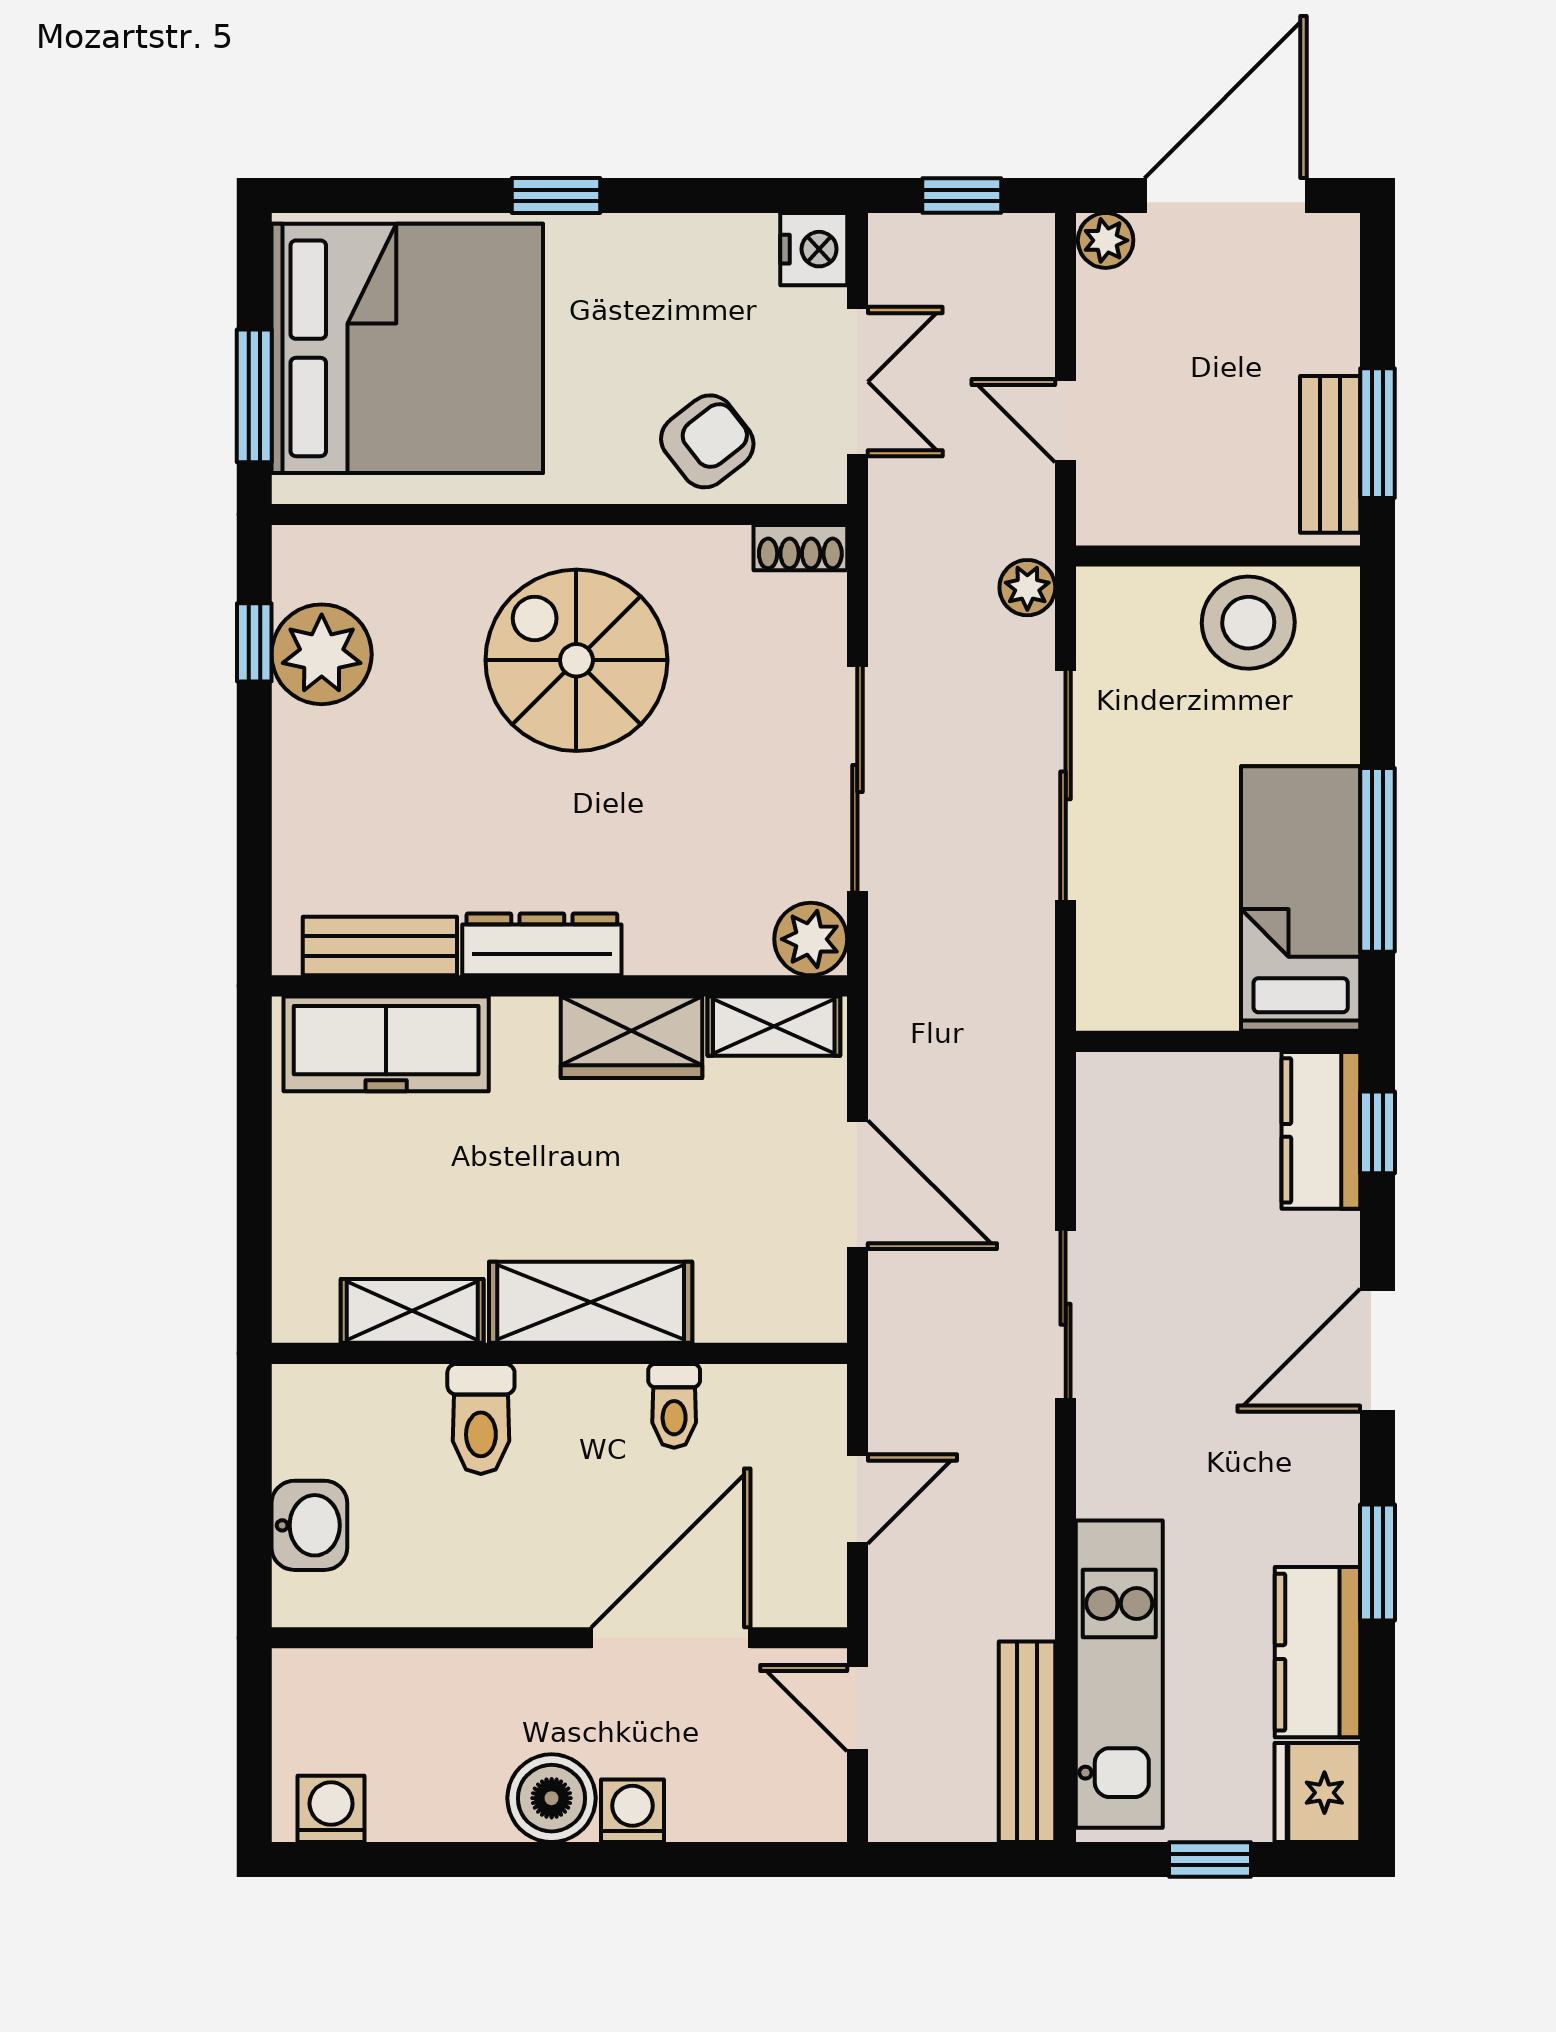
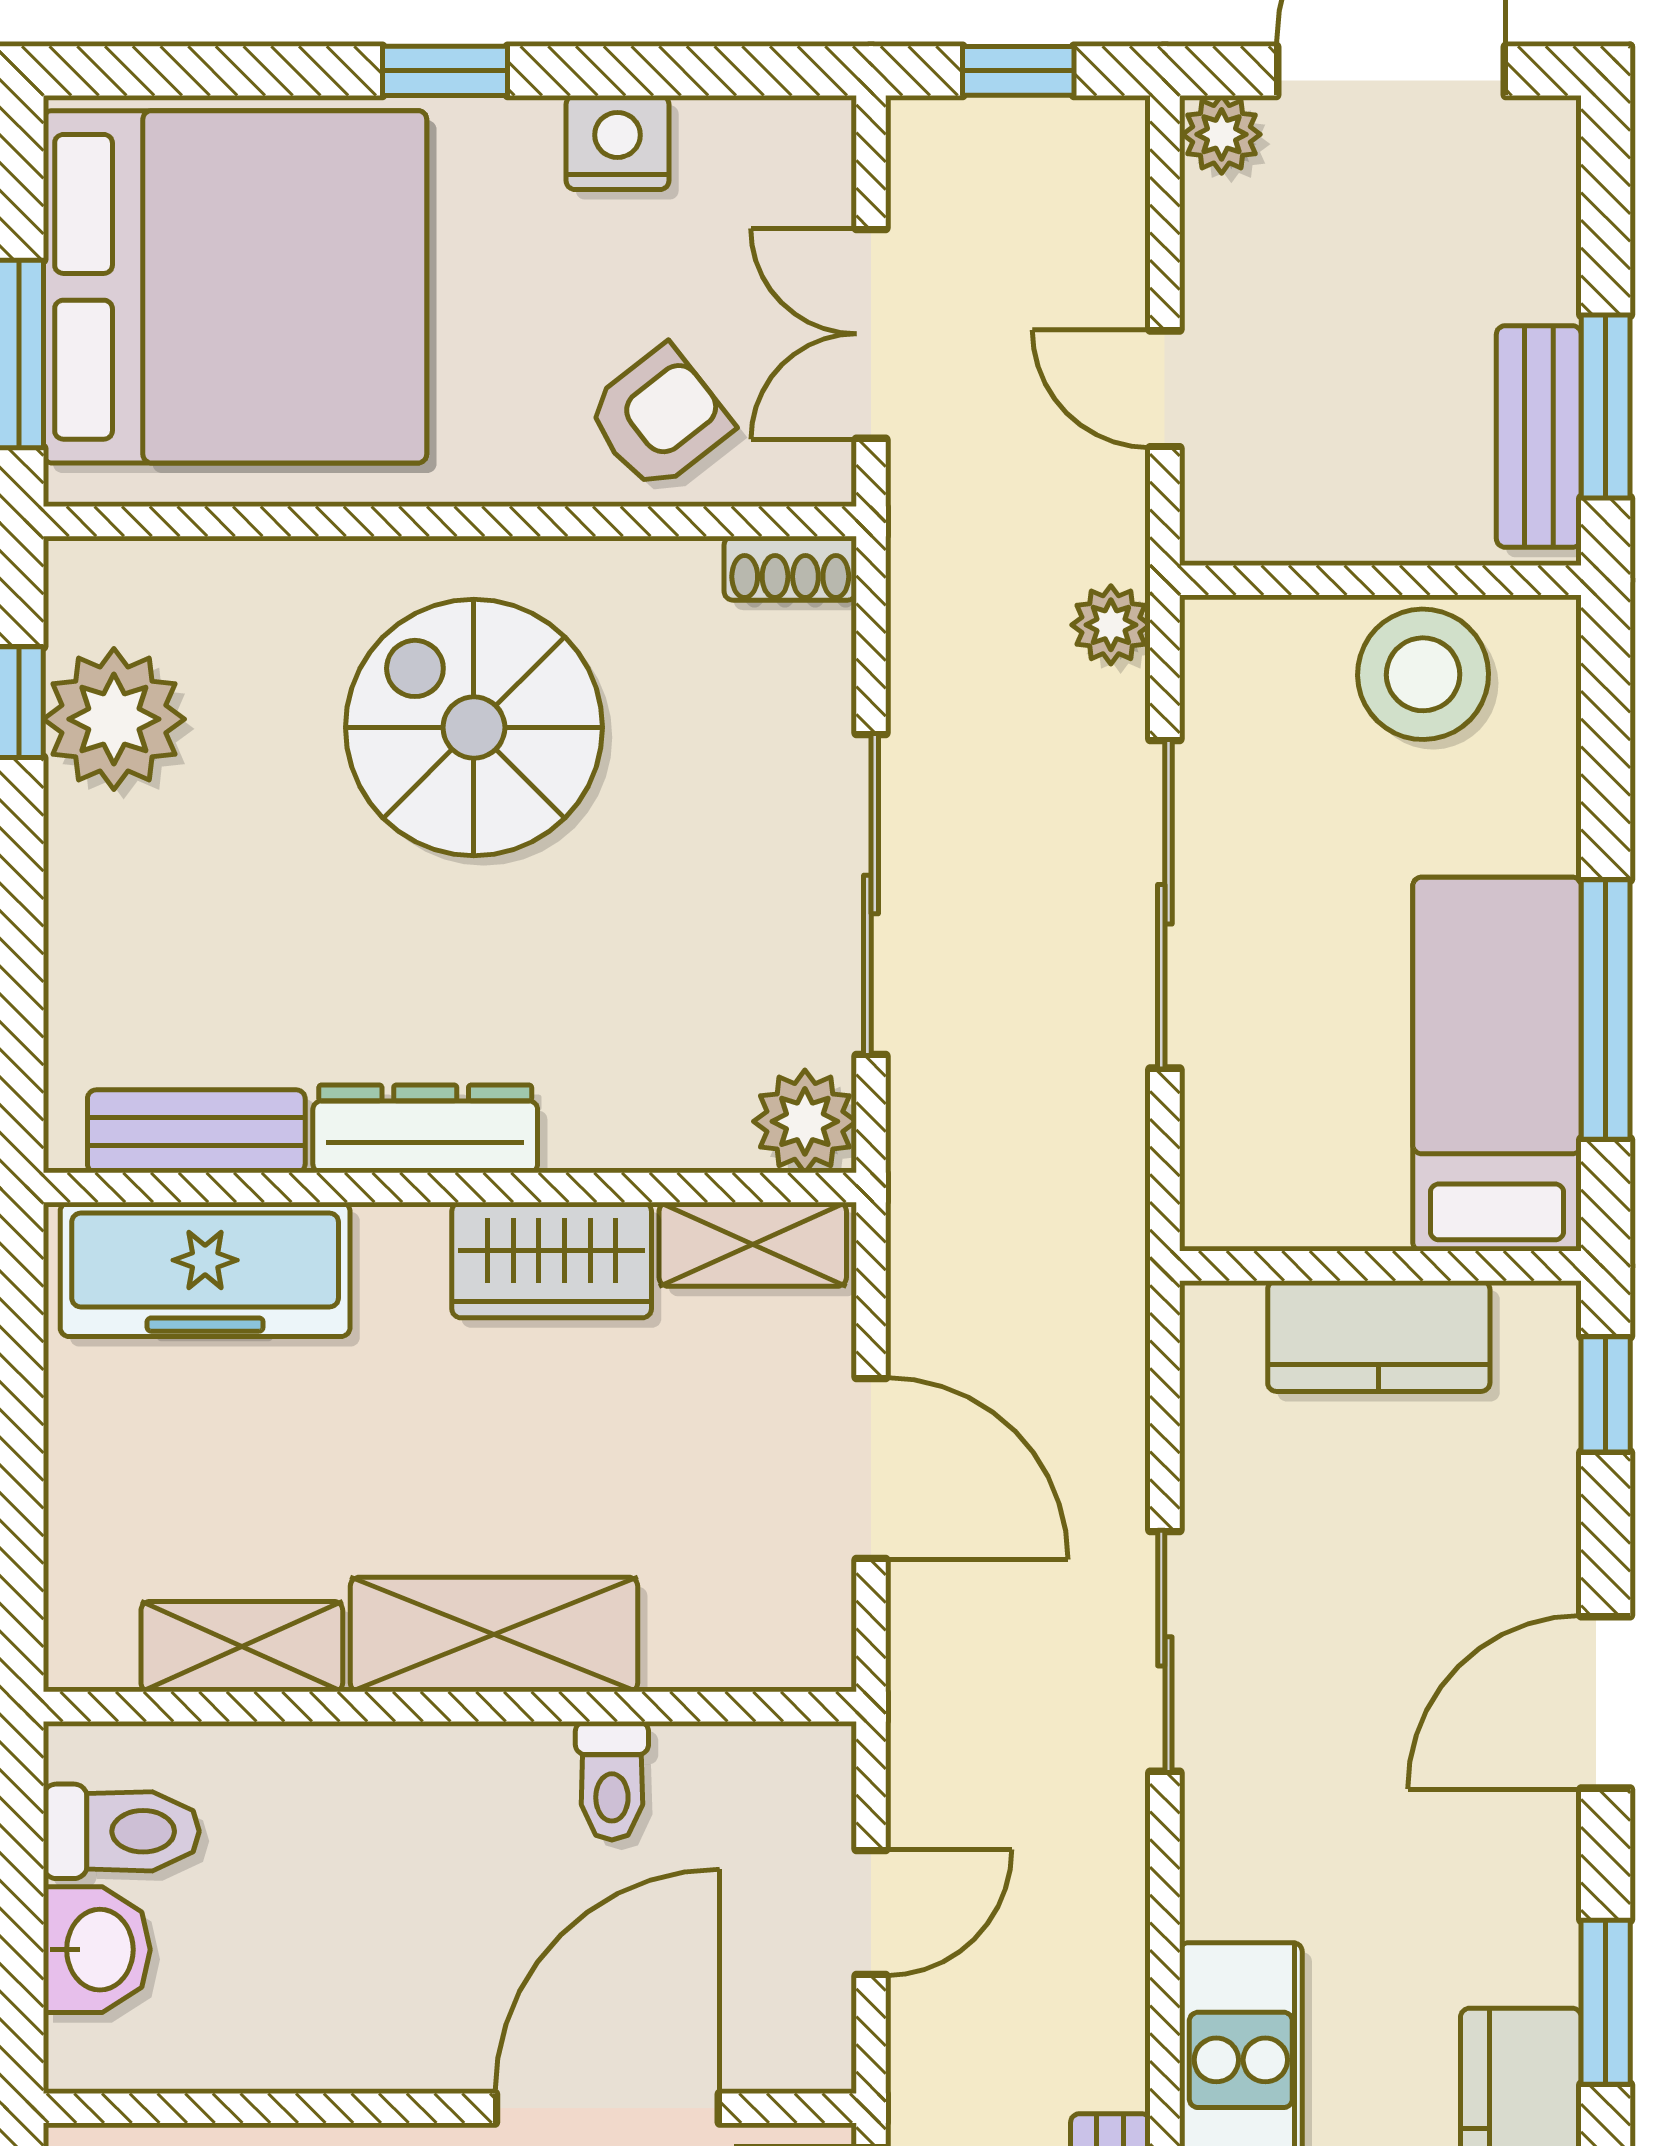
nightstand: (814, 249) -> (617, 143), moved, turned -90
double door: (857, 382) -> (871, 334), swing flipped
kitchen counter: (1321, 1130) -> (1379, 1336), moved, turned -90
toilet: (481, 1419) -> (121, 1831), moved, turned -90

